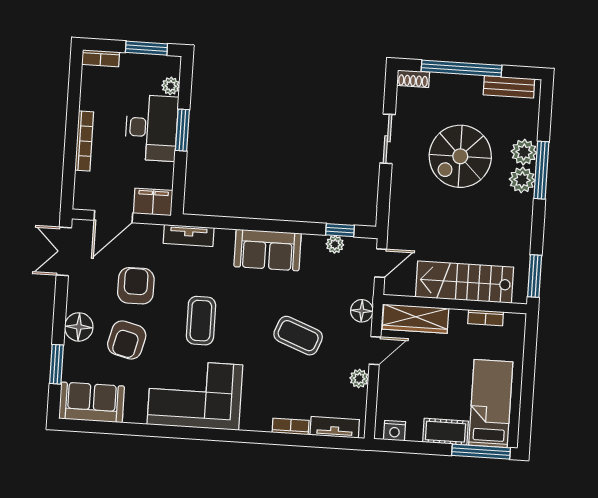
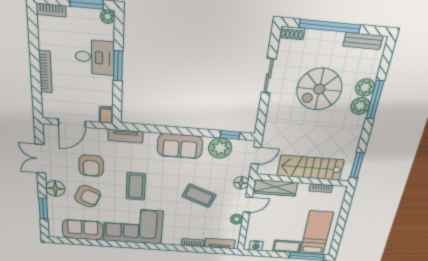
plant: (171, 86) -> (108, 17), moved
desk: (152, 128) -> (95, 57), width x0.73
filing cabinet: (153, 202) -> (106, 115), width x0.50
plant: (335, 244) -> (220, 148), width x1.88, depth x1.88
double door: (64, 251) -> (40, 159), moved
armchair: (136, 286) -> (91, 166), turned 180
armchair: (127, 340) -> (88, 196), turned -81
sofa: (92, 402) -> (83, 230), moved

